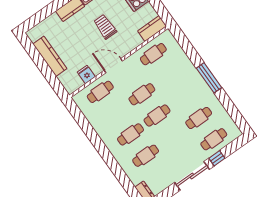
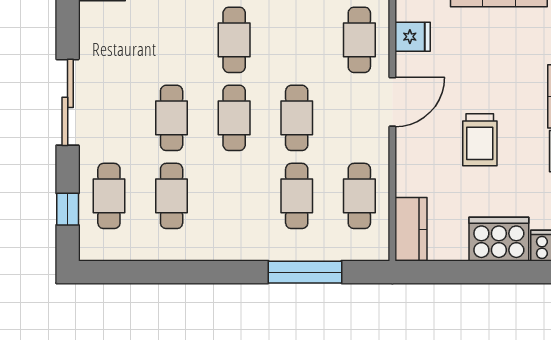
trolley: (105, 27) -> (480, 140), turned 90
cafe table: (168, 75) -> (297, 196), added
window: (209, 78) -> (305, 272), moved
cafe table: (146, 156) -> (172, 118), moved
window: (217, 158) -> (68, 209), moved

